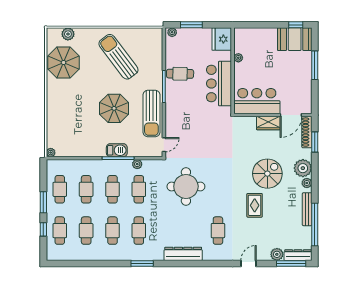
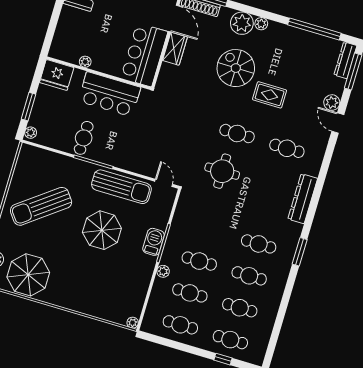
plant: (137, 164) -> (163, 271), moved
round table: (186, 186) -> (222, 171), width x0.73, depth x0.73
cafe table: (139, 189) -> (237, 134), moved
window: (43, 202) -> (190, 349), removed
bench: (307, 209) -> (293, 33), removed
plant: (277, 254) -> (332, 103), moved

